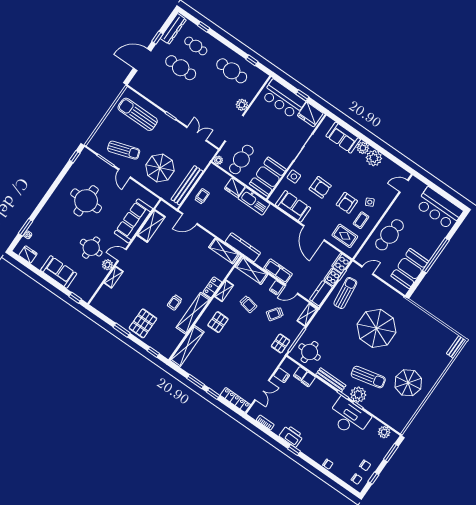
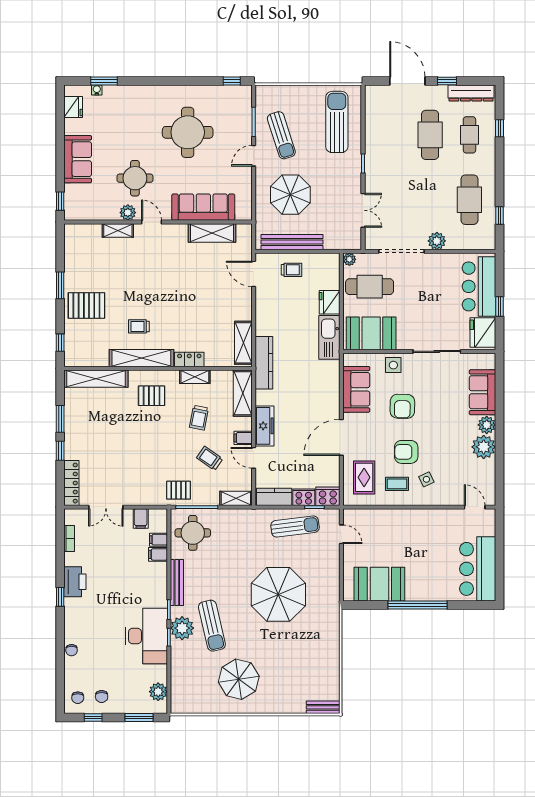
cafe table: (389, 235) -> (403, 531), removed

